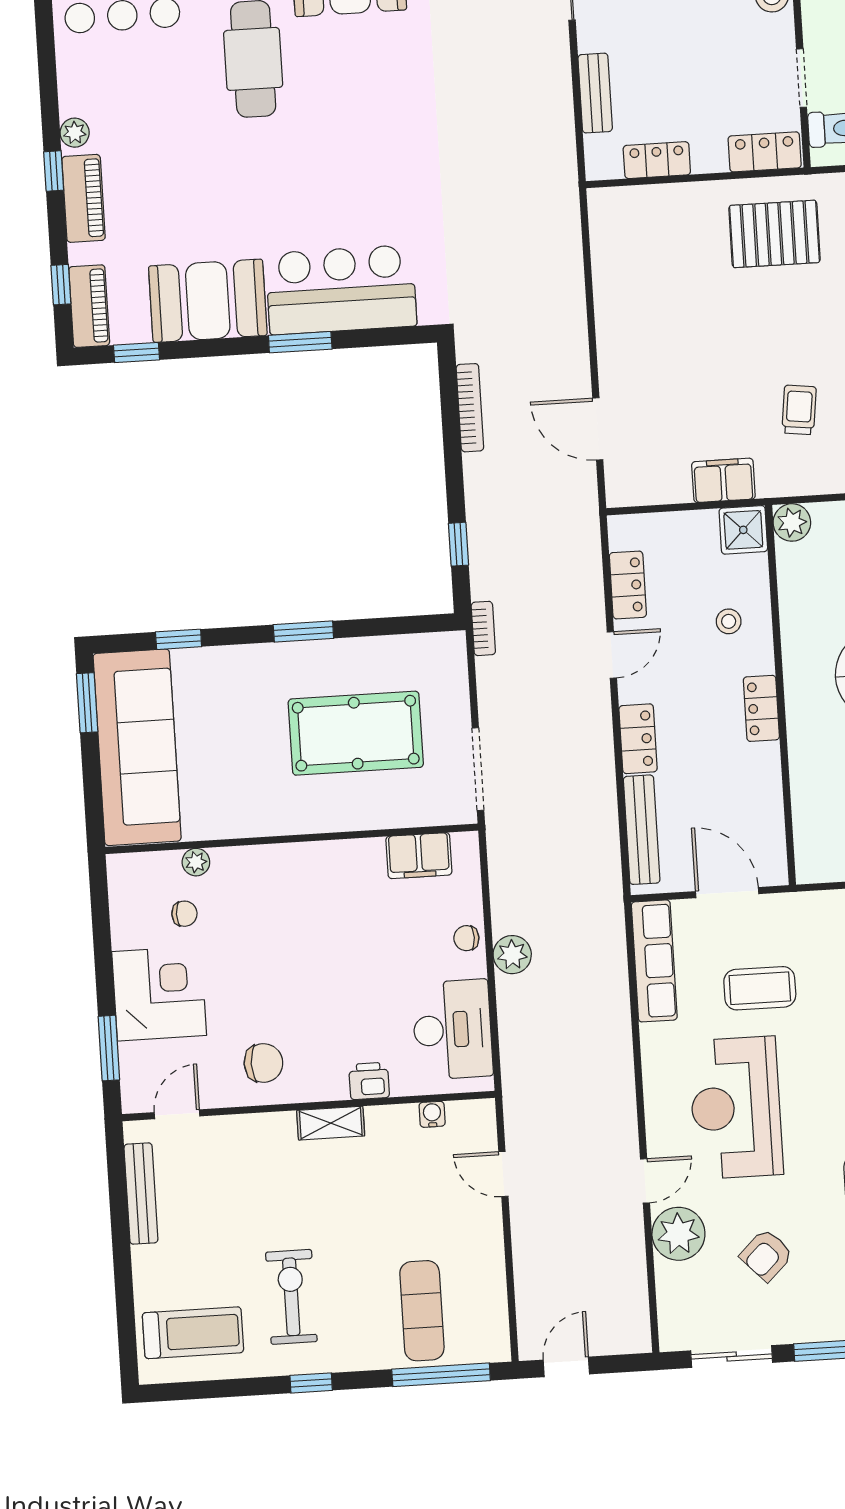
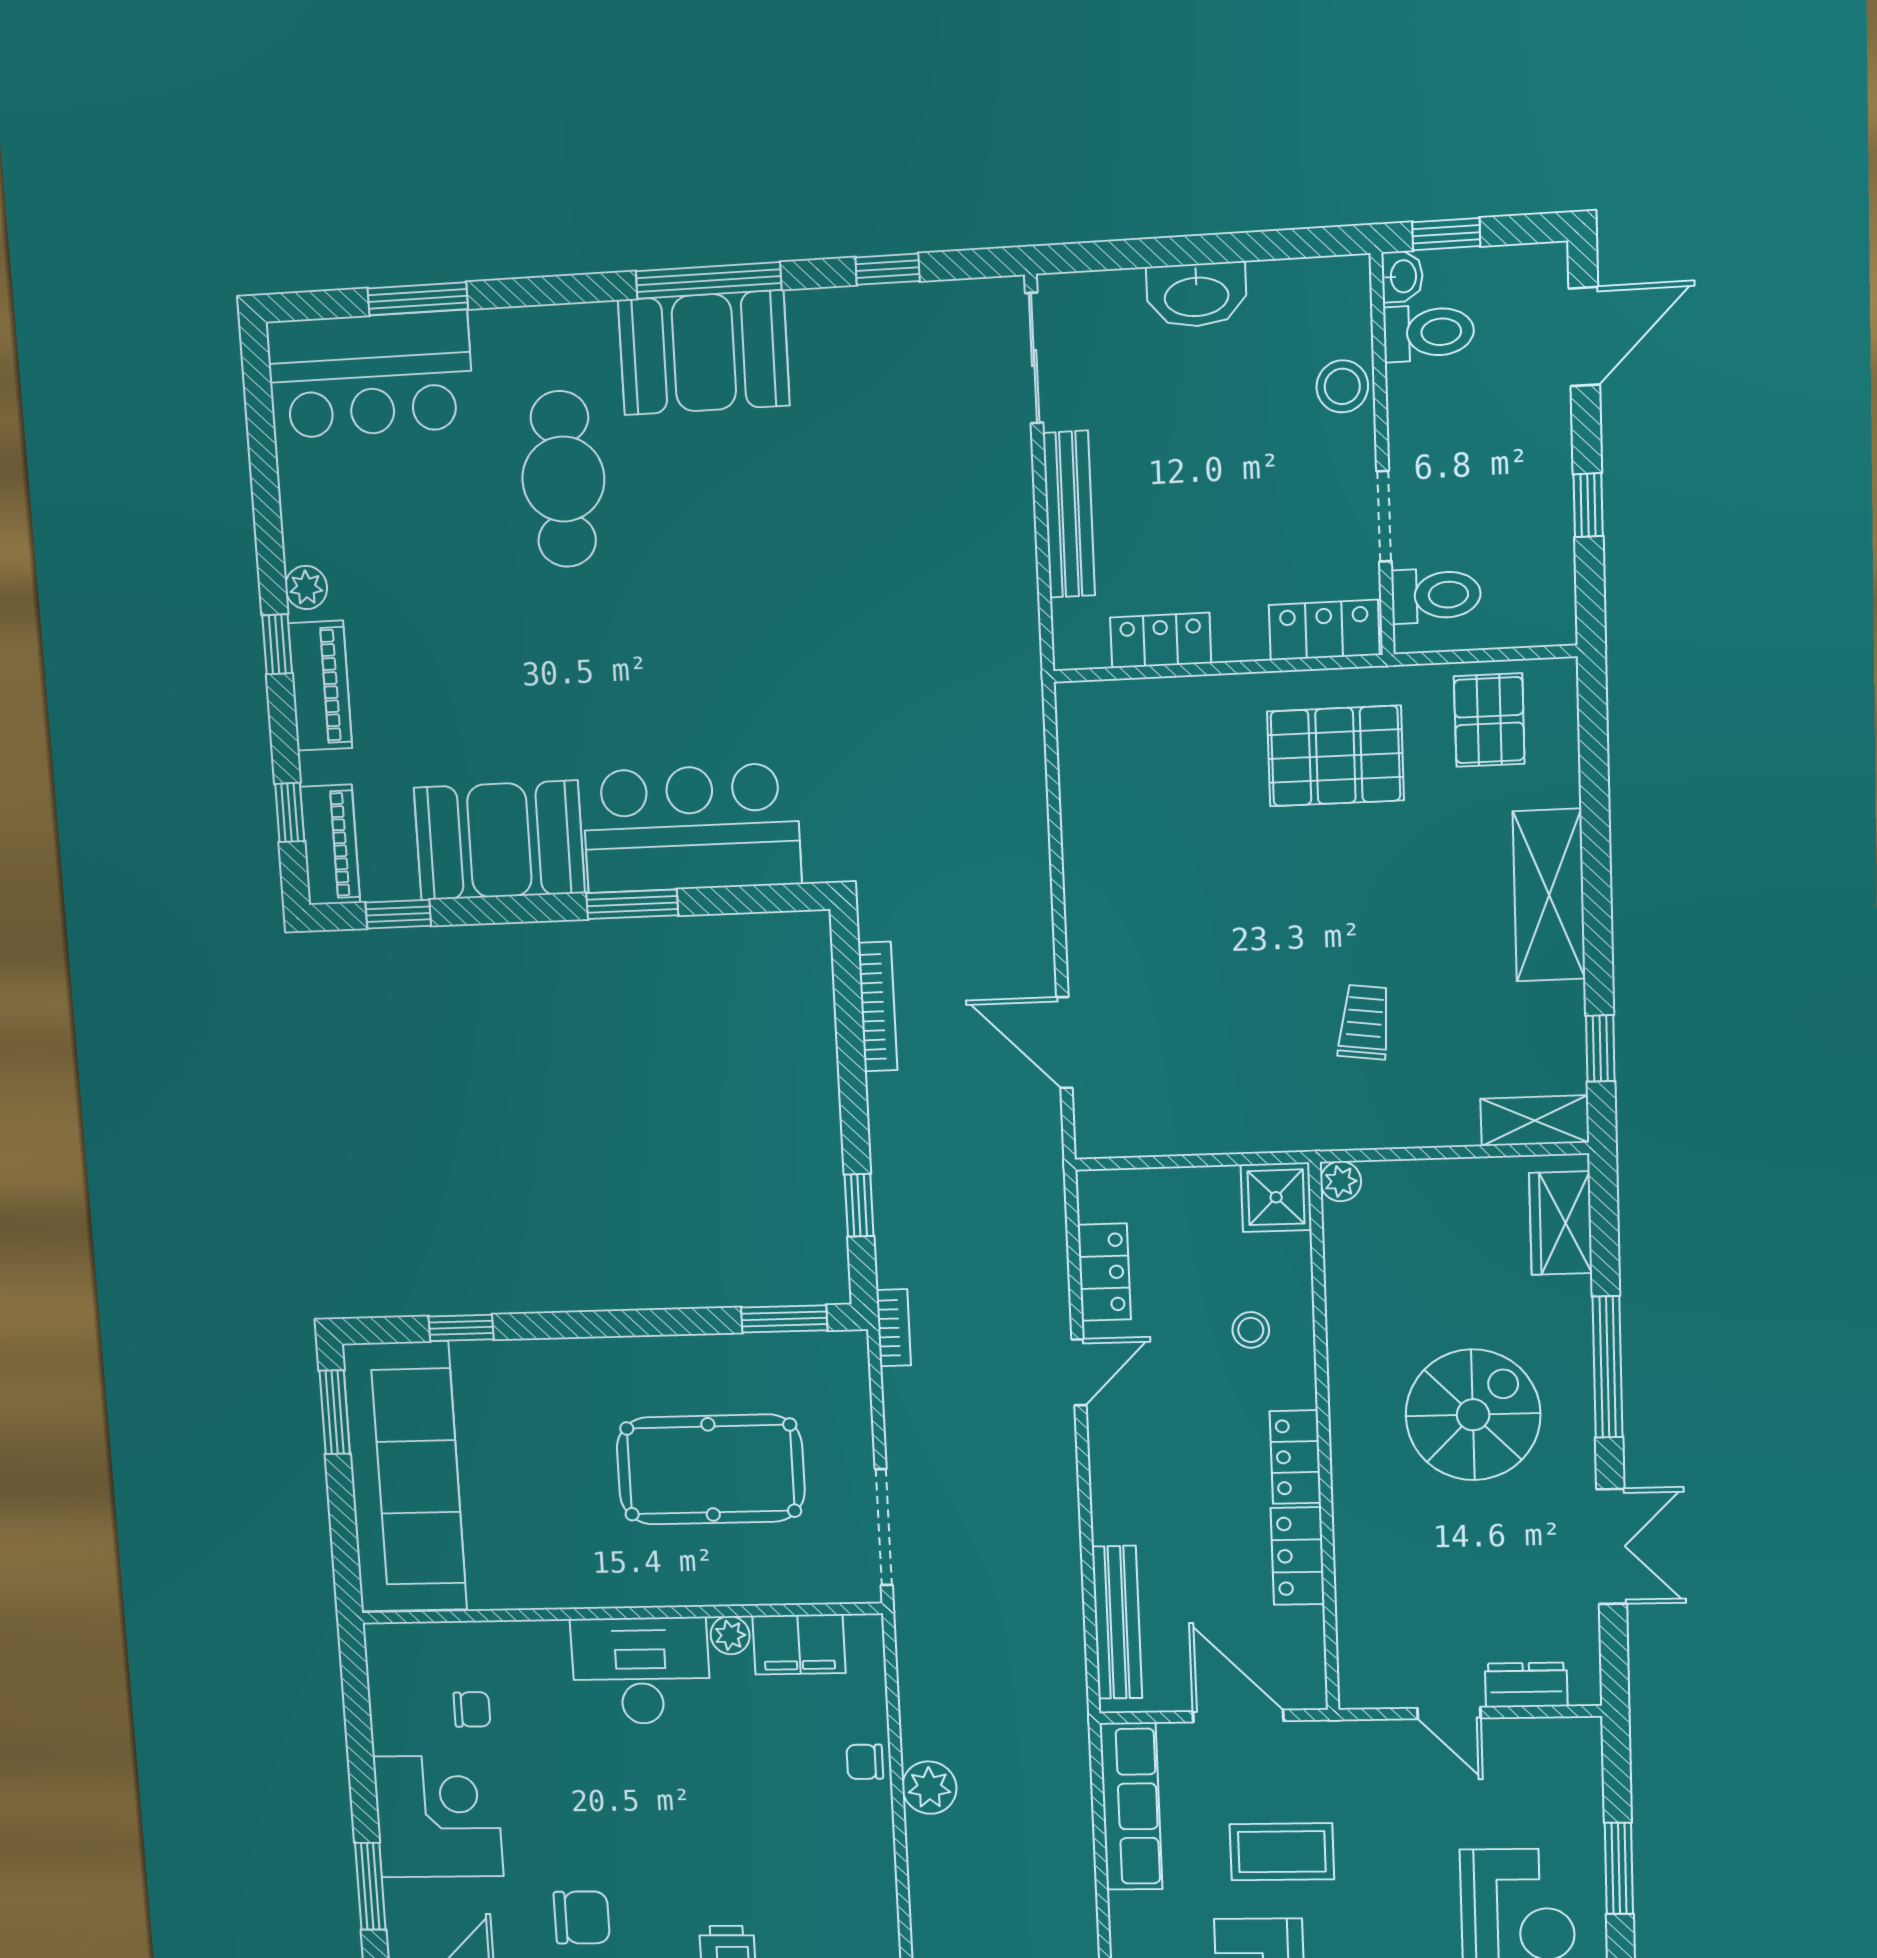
bench: (595, 93) -> (1069, 514), width x1.36
filing cabinet: (723, 480) -> (1249, 1124), removed
plant: (792, 522) -> (1341, 1181), width x0.73, depth x0.73
window: (303, 631) -> (784, 1319), moved
locker: (638, 739) -> (1298, 1556), moved, turned 180
plant: (196, 862) -> (730, 1635), moved
desk: (452, 1030) -> (641, 1671), moved, turned -90

